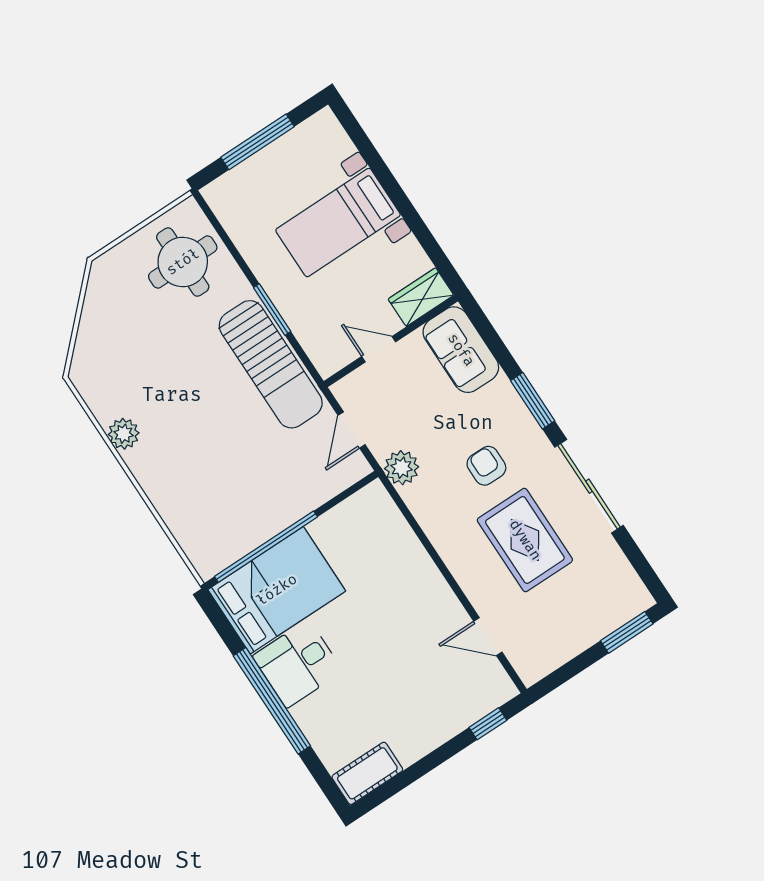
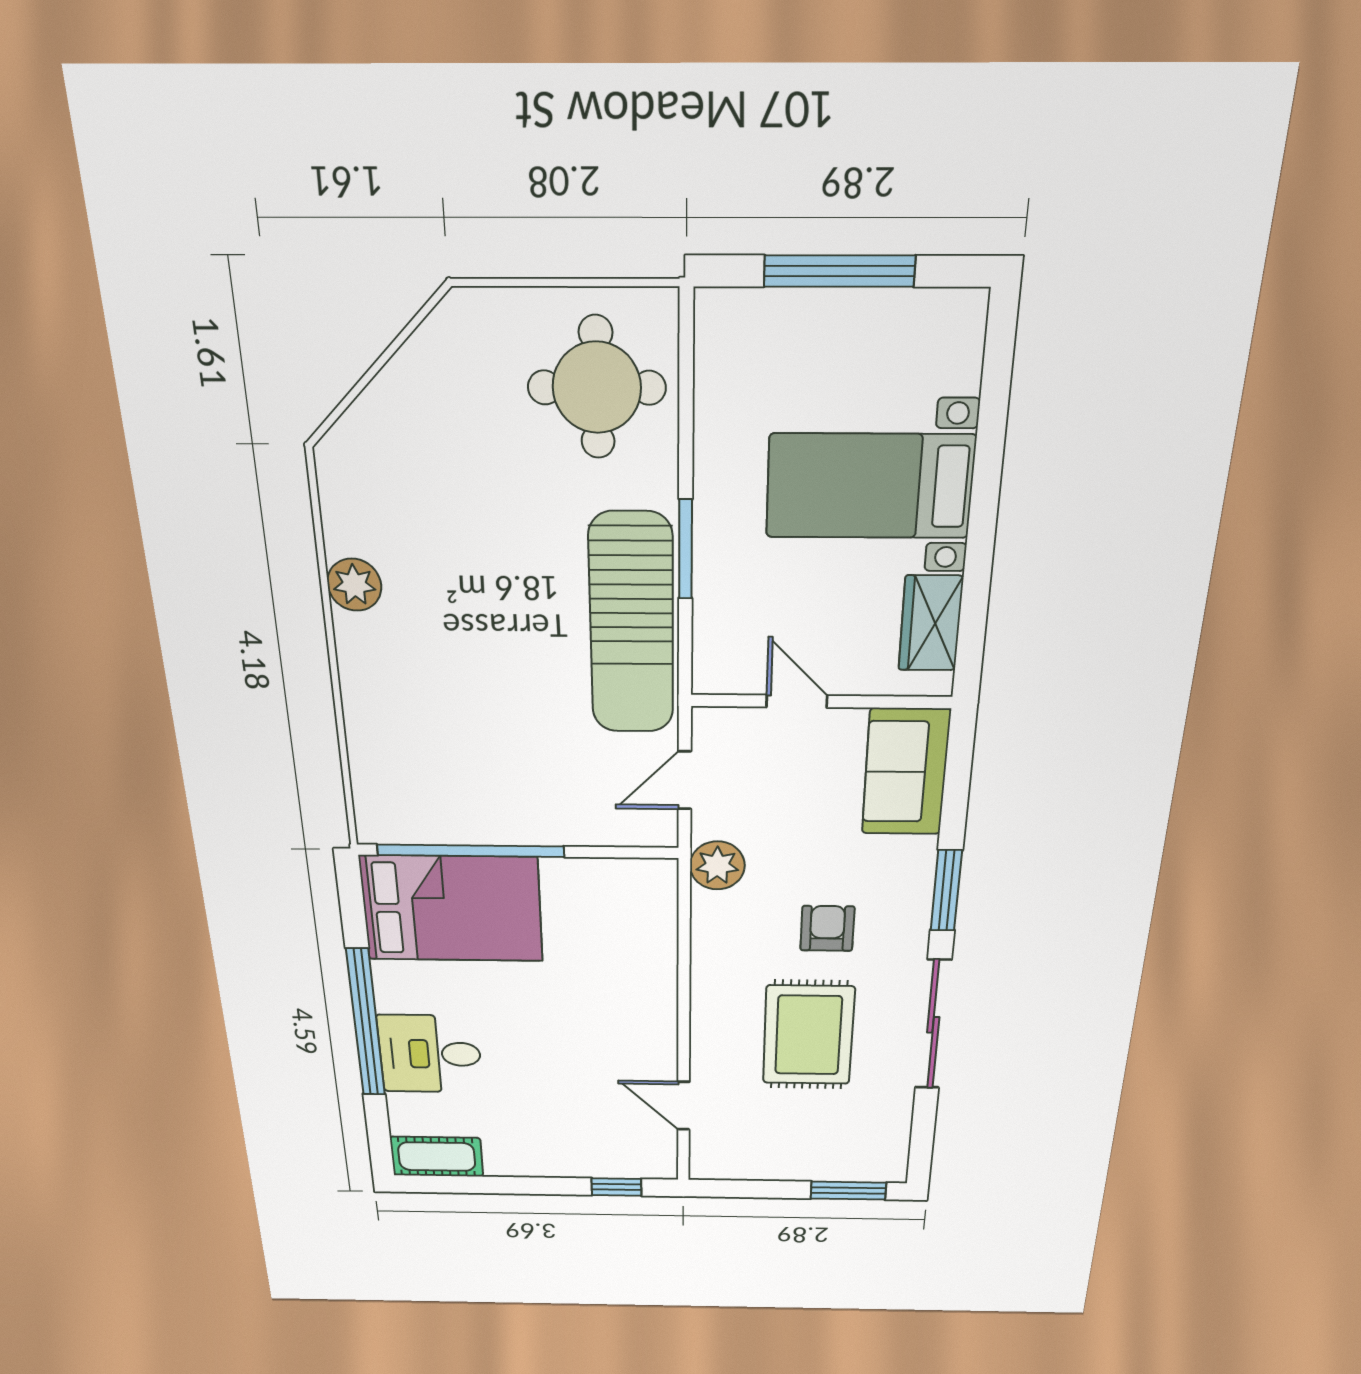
wardrobe: (421, 297) -> (931, 623), moved, turned -90
desk: (298, 664) -> (430, 1054), moved

